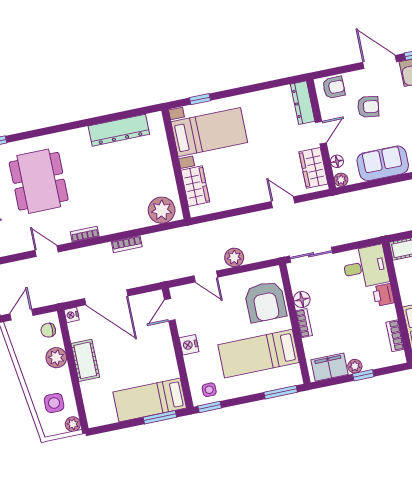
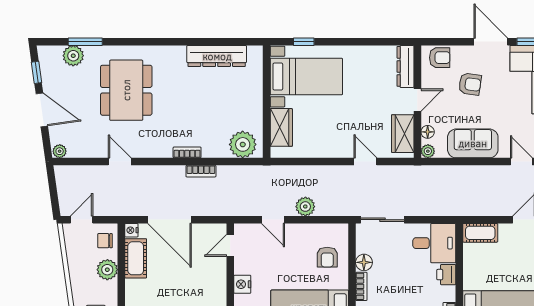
bookcase: (85, 234) -> (187, 152), moved
armchair: (265, 302) -> (327, 257), width x0.53, depth x0.53
cot: (85, 360) -> (136, 258), moved

